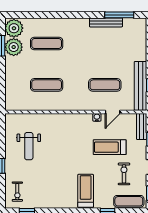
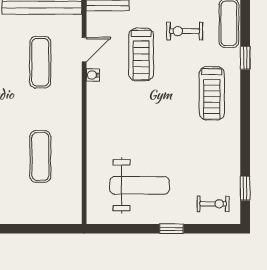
door: (113, 112) -> (84, 50), hinge flipped
weight bench: (29, 146) -> (140, 185), width x1.36, depth x1.33
treadmill: (86, 191) -> (212, 93), turned -90

